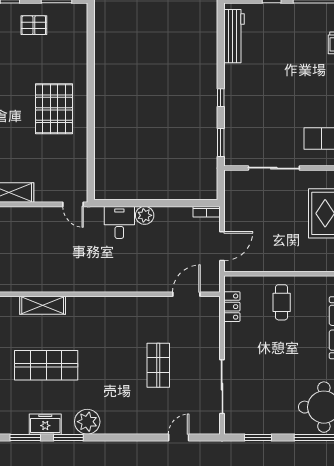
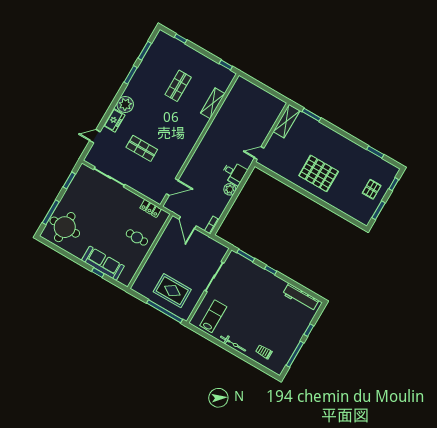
door: (186, 294) -> (172, 187), hinge flipped
shop shelf: (46, 365) -> (178, 86), width x0.70, depth x0.74
plant: (87, 422) -> (125, 104), moved
freezer: (45, 424) -> (114, 120), moved
door: (179, 437) -> (95, 136), swing flipped

